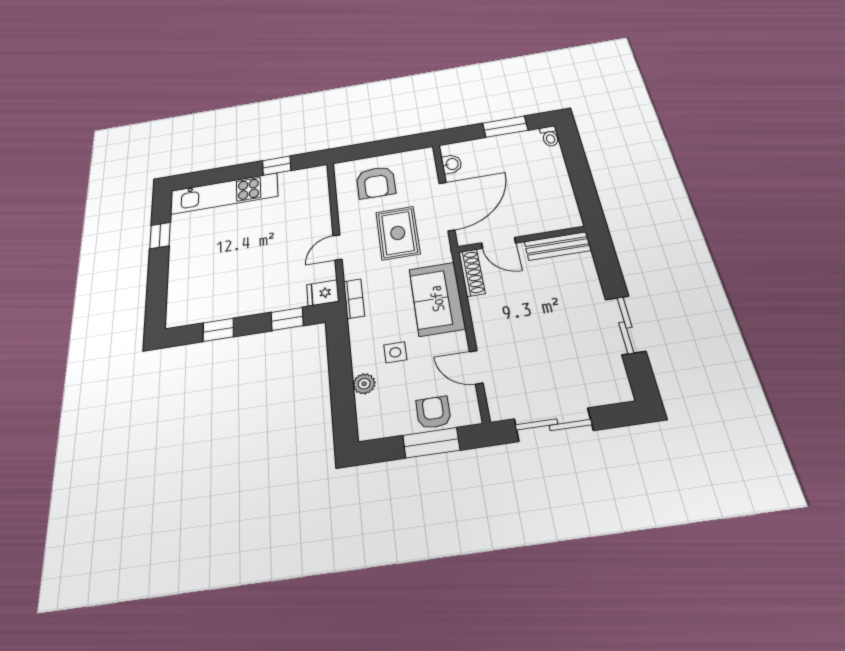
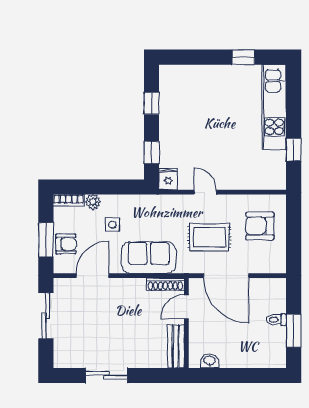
toilet: (550, 136) -> (276, 320), moved
washbasin: (452, 164) -> (210, 361), moved, turned 180
bookcase: (354, 299) -> (69, 201), moved
door: (476, 367) -> (93, 276), width x1.38

